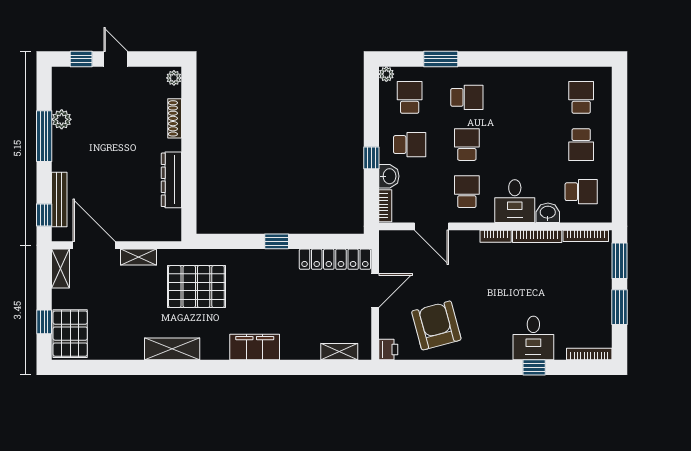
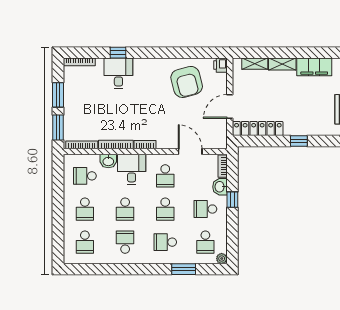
school desk: (524, 97) -> (125, 242), added
school desk: (524, 145) -> (125, 209), added
school desk: (581, 145) -> (85, 209), turned 180
shelving: (300, 351) -> (282, 64), added

